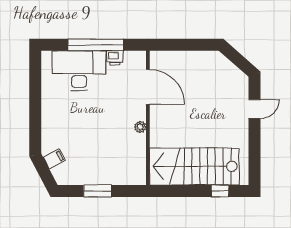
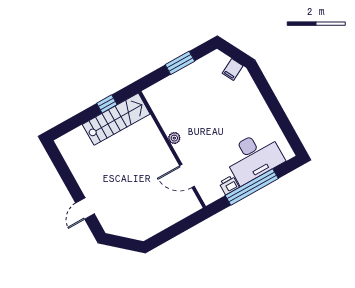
door: (148, 87) -> (187, 176), width x0.73
stairs: (194, 166) -> (116, 119), width x0.73, depth x0.66
window: (220, 191) -> (107, 104), moved

